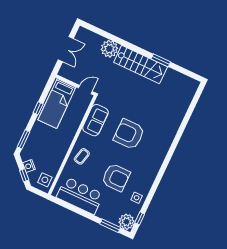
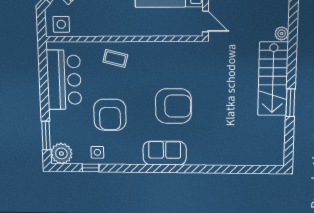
plant: (109, 49) -> (282, 34), width x0.53, depth x0.53
sofa: (95, 120) -> (165, 153), moved, turned 180
armchair: (129, 134) -> (173, 106), turned 90
window: (140, 218) -> (91, 168), moved

